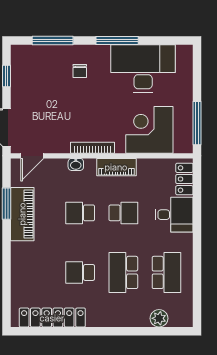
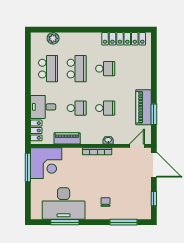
window: (117, 40) -> (65, 222), moved
corner desk: (149, 130) -> (46, 163), moved
piano: (116, 167) -> (67, 138), moved
school desk: (123, 213) -> (77, 108), turned 180
school desk: (166, 272) -> (48, 69), turned 180

